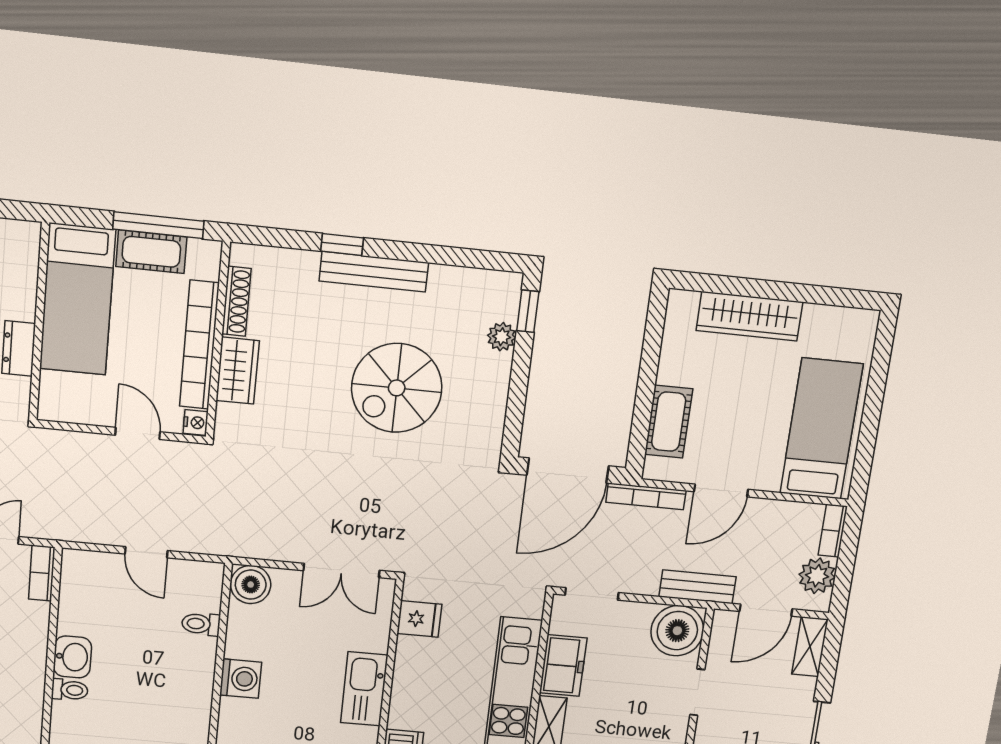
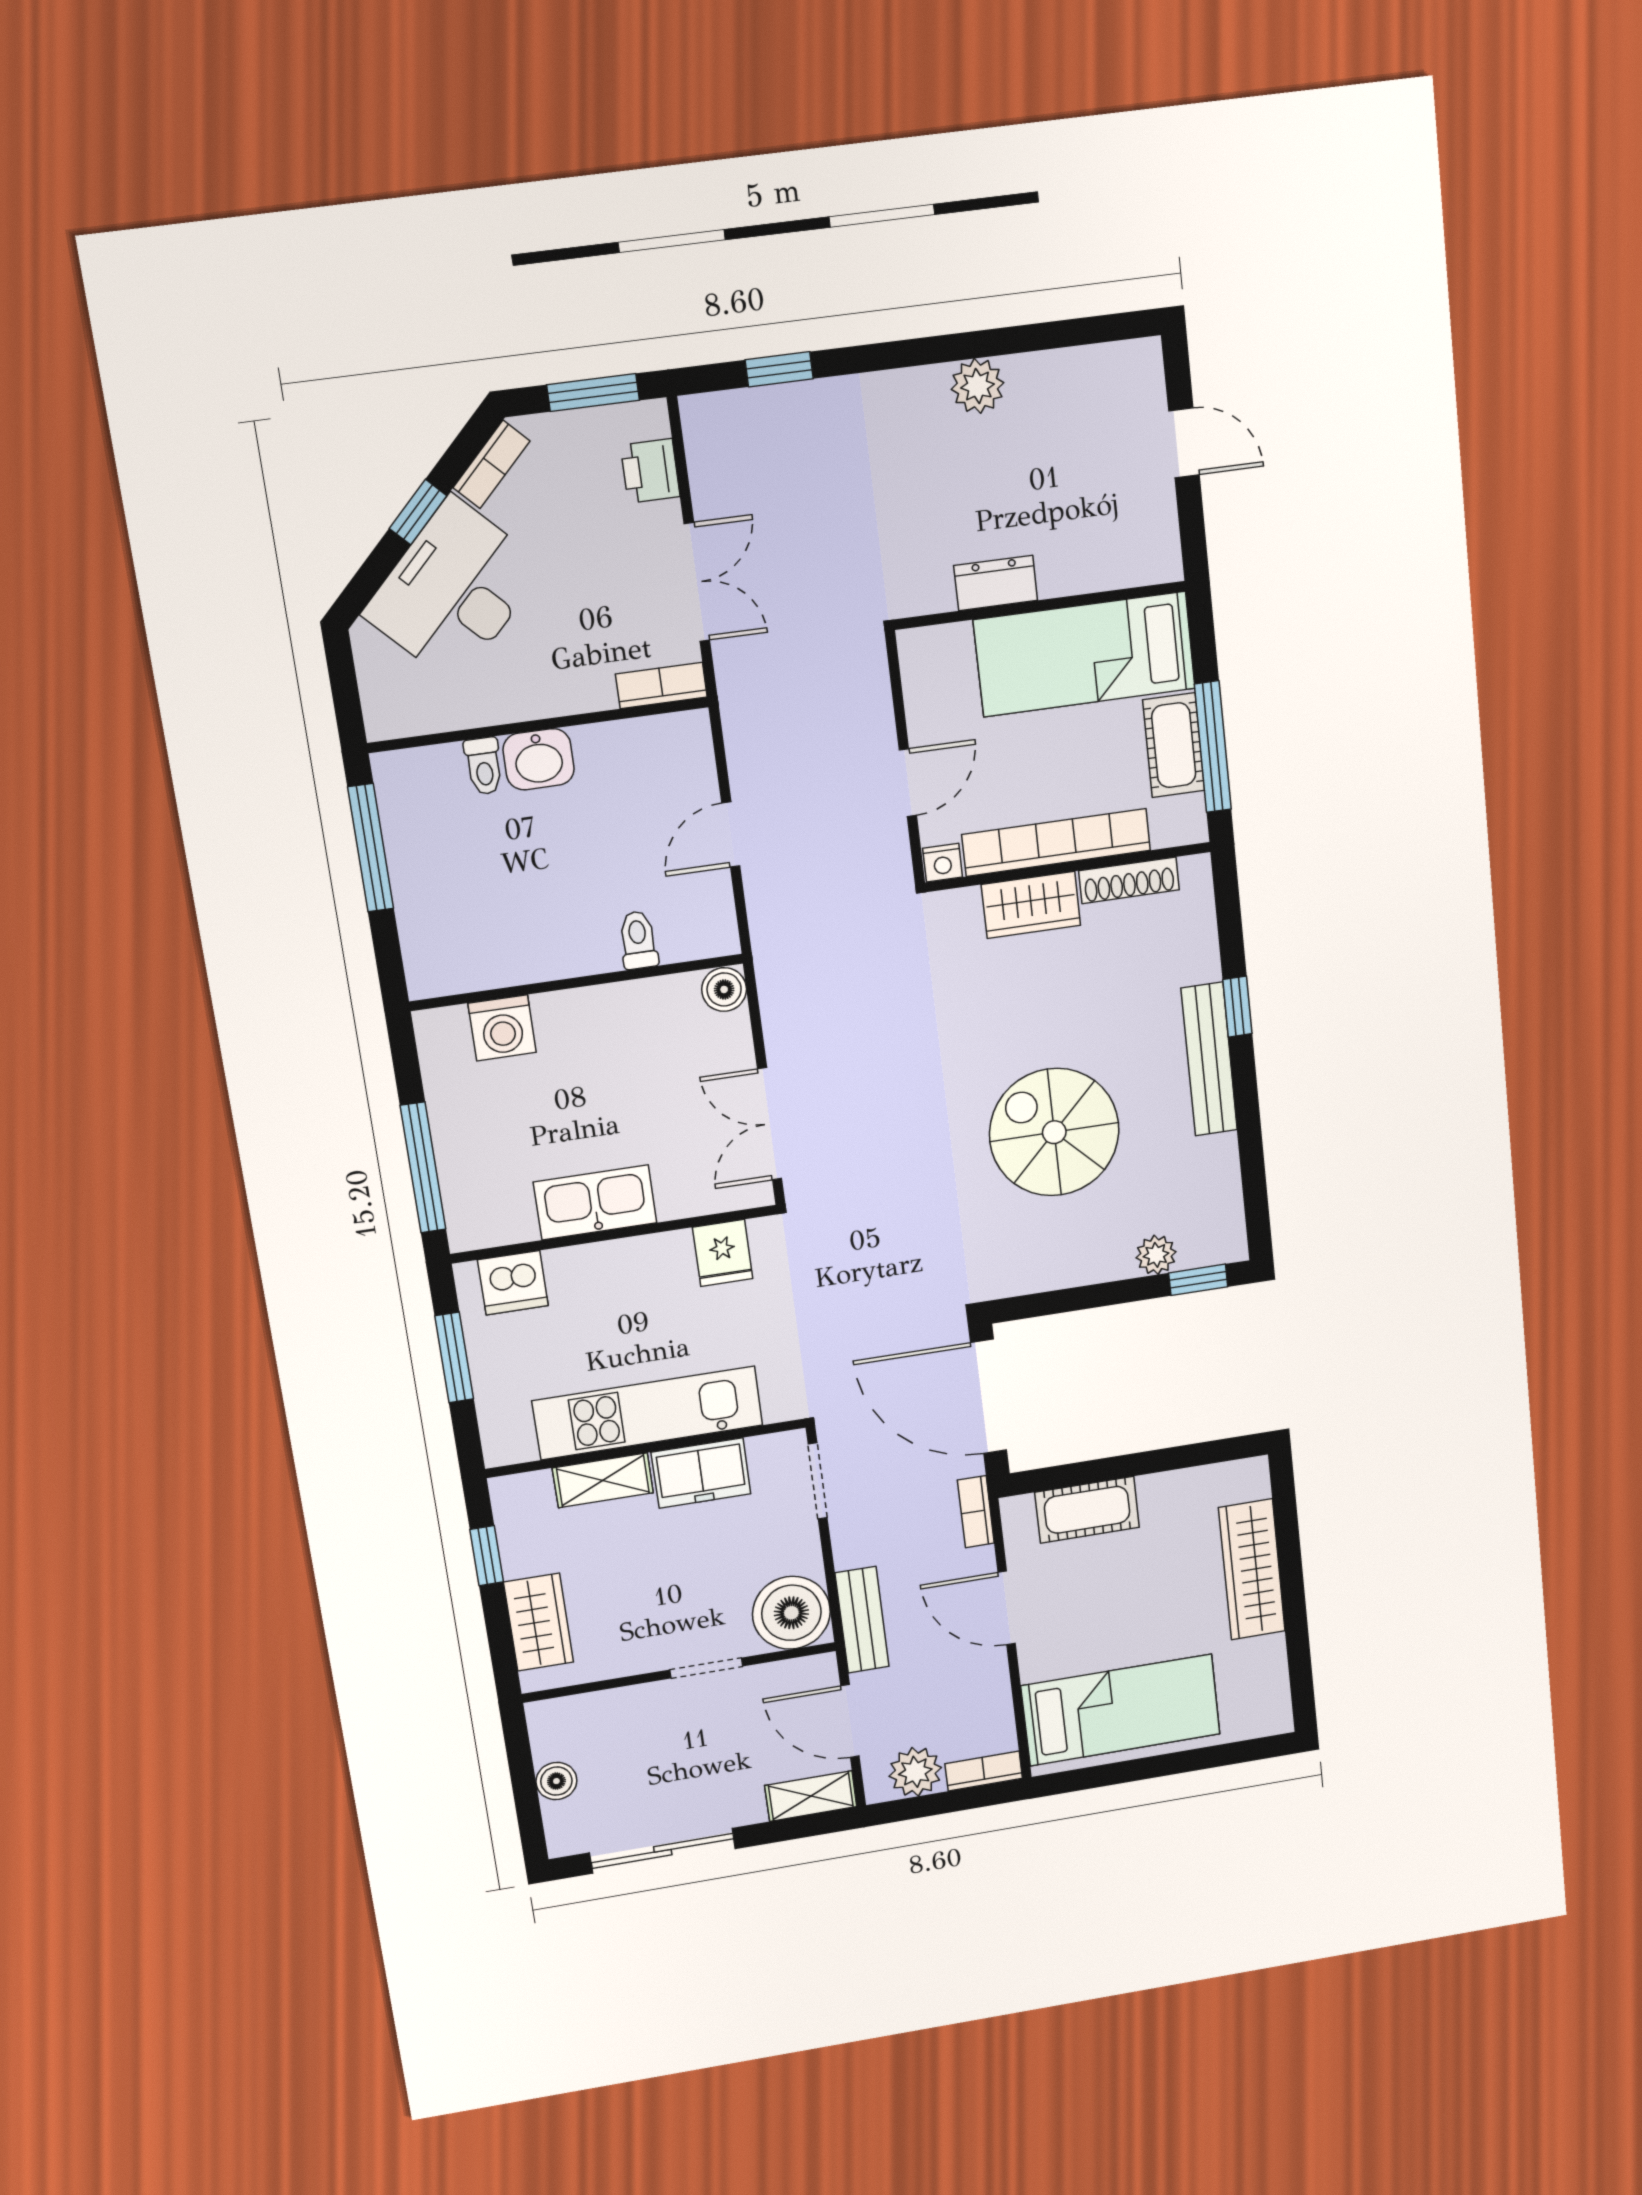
bookcase: (646, 496) -> (976, 1512), width x0.64
boiler: (251, 585) -> (724, 989), width x0.73, depth x0.73
washing machine: (241, 679) -> (502, 1028), moved

